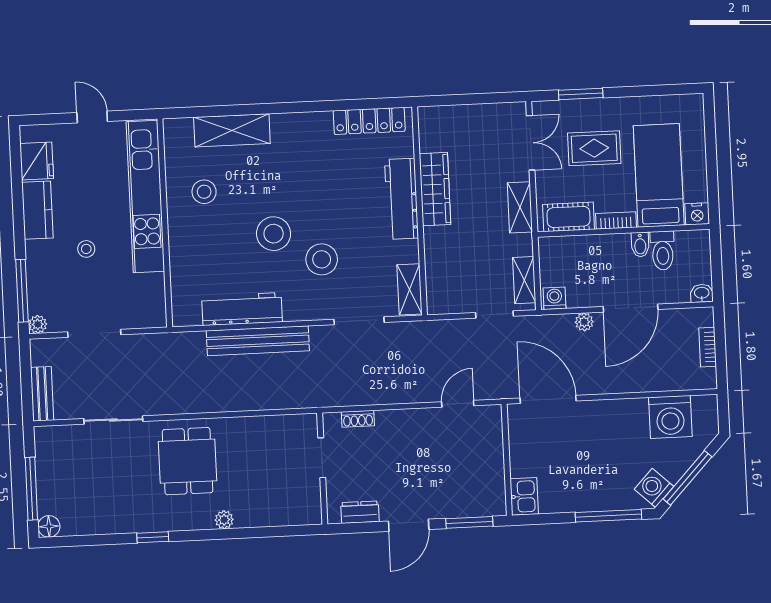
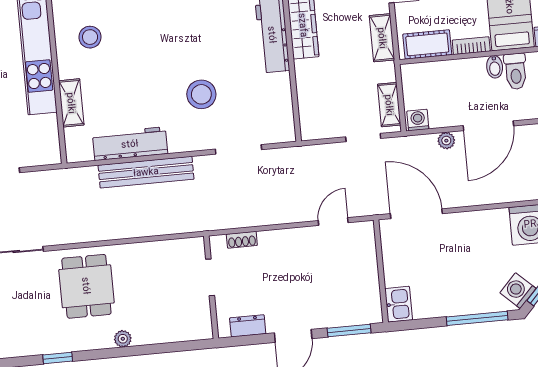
stool: (274, 234) -> (156, 73), removed
shelving: (409, 289) -> (71, 103), moved

